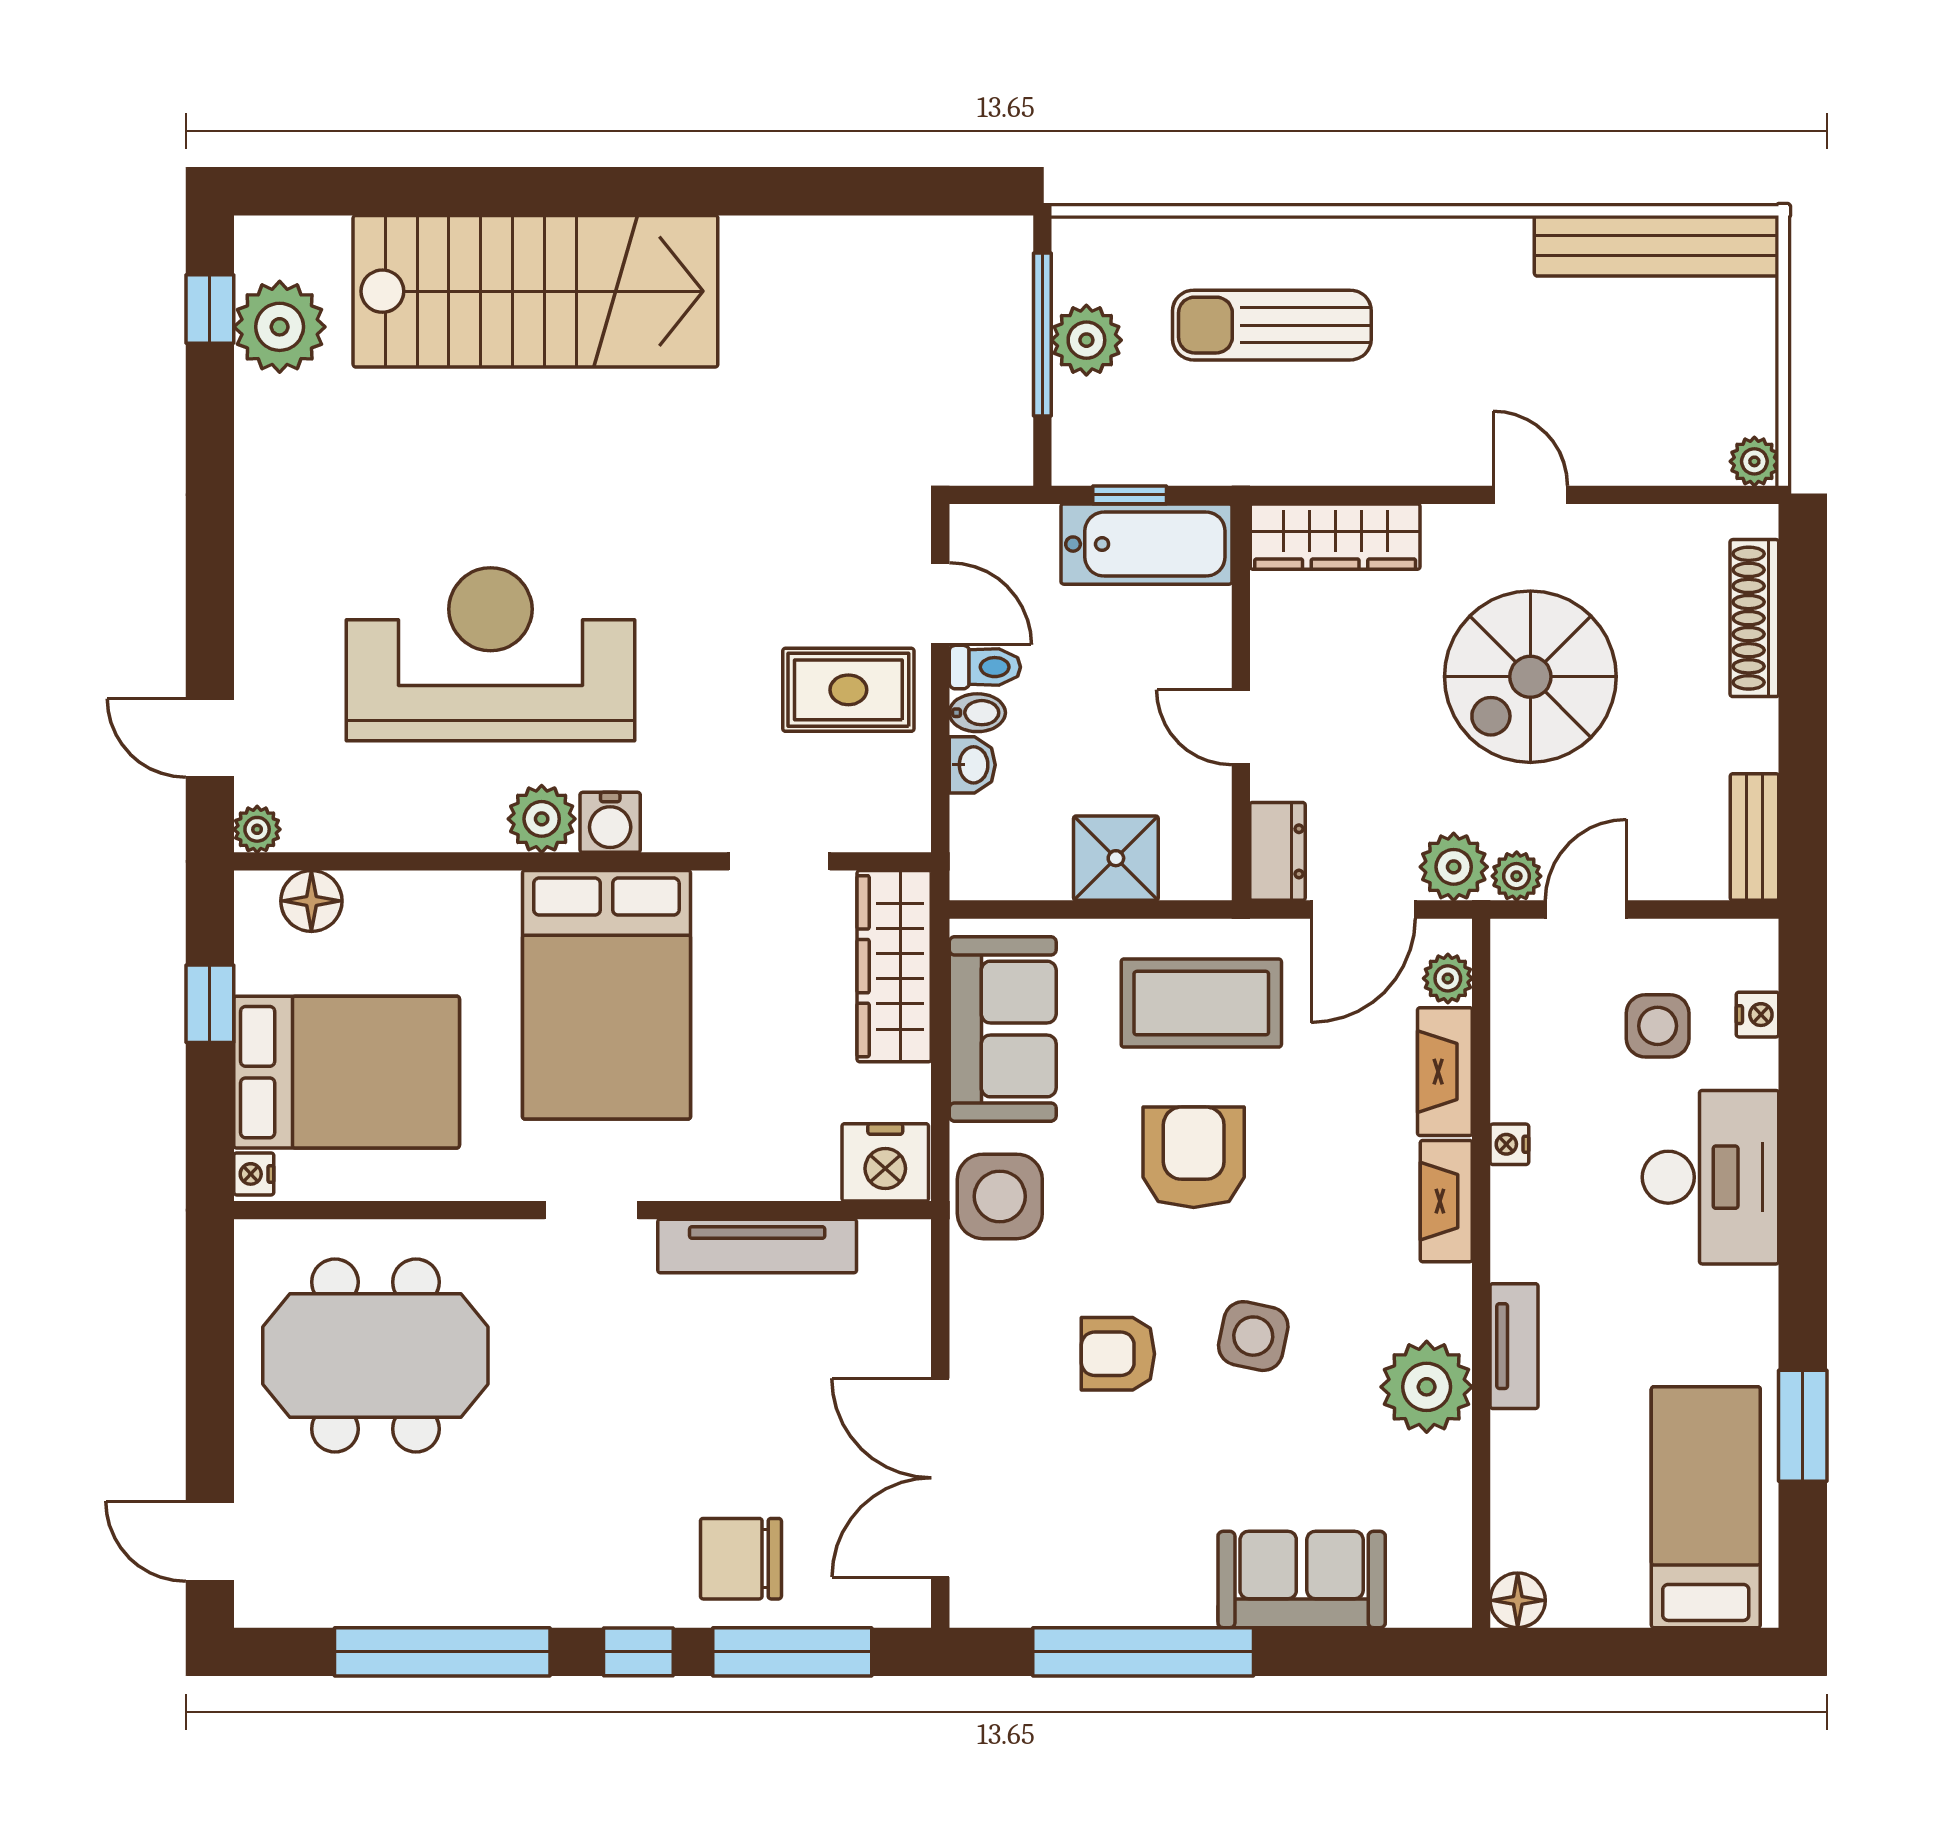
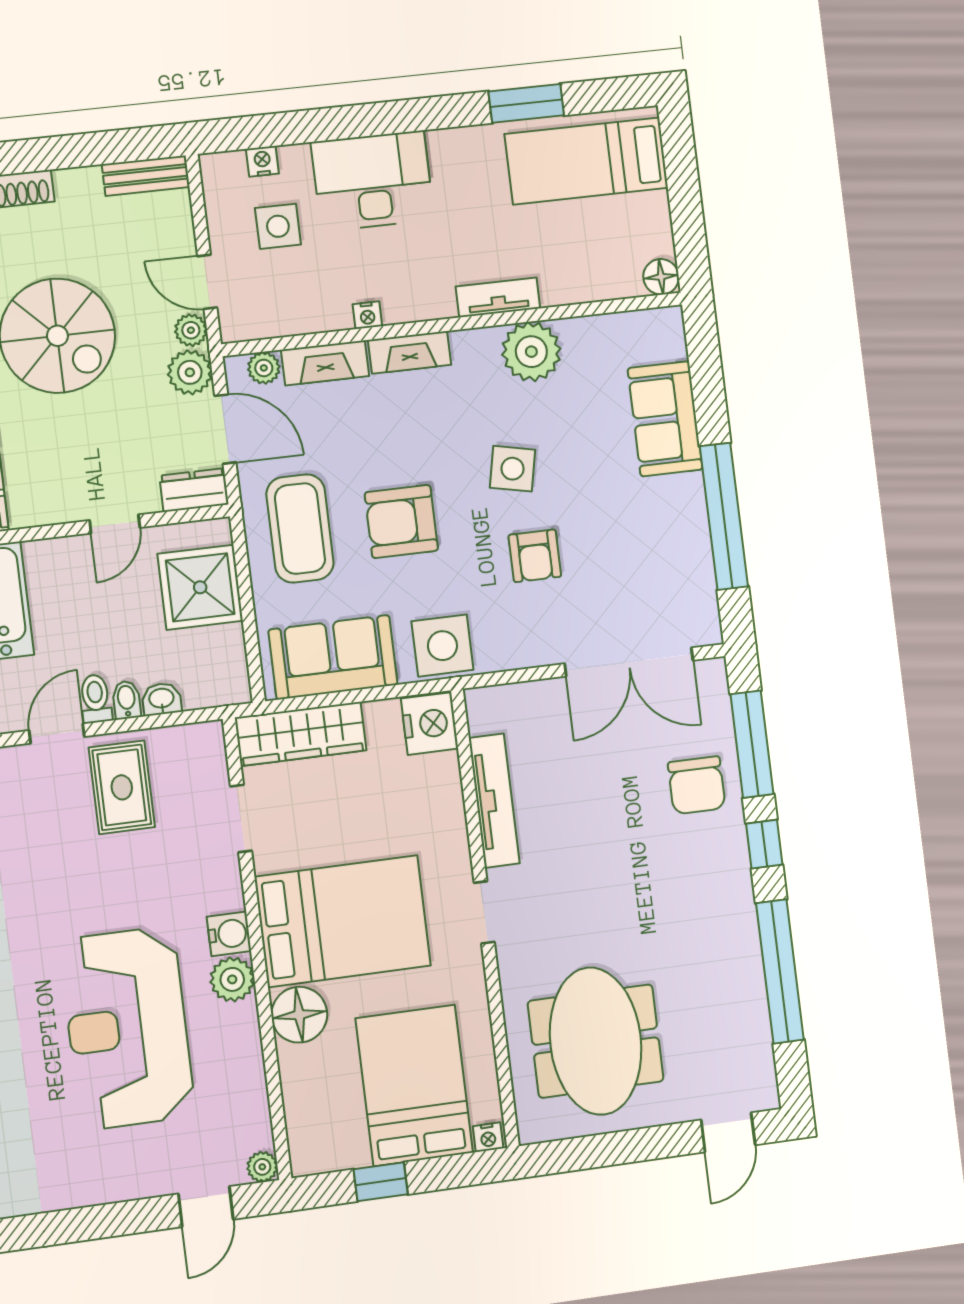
shower: (1116, 858) -> (200, 587), width x1.36, depth x1.36
floor lamp: (311, 901) -> (299, 1015), moved, width x1.38, depth x1.38

